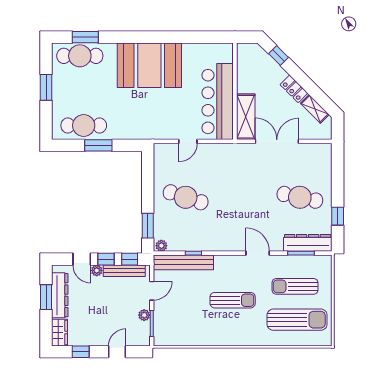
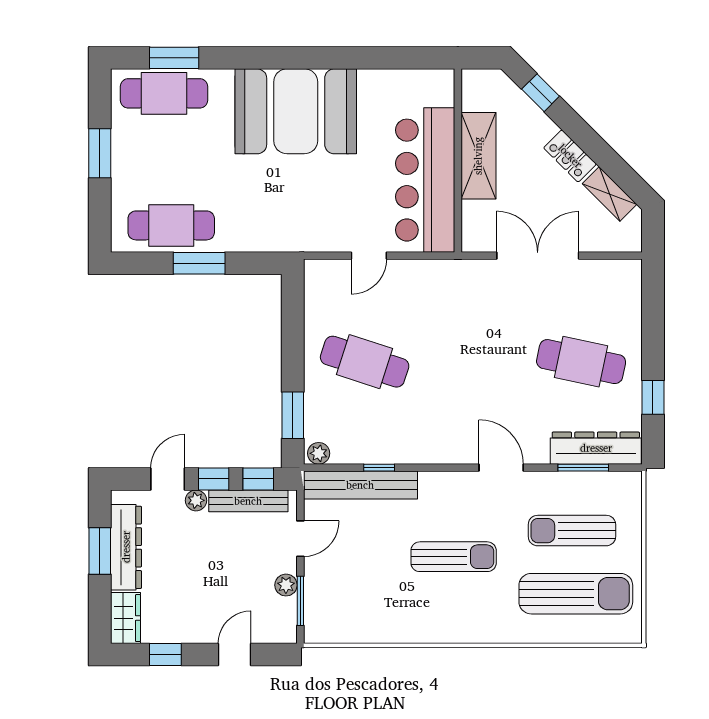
shelving: (246, 117) -> (478, 156), moved
door: (82, 259) -> (168, 479), swing flipped

